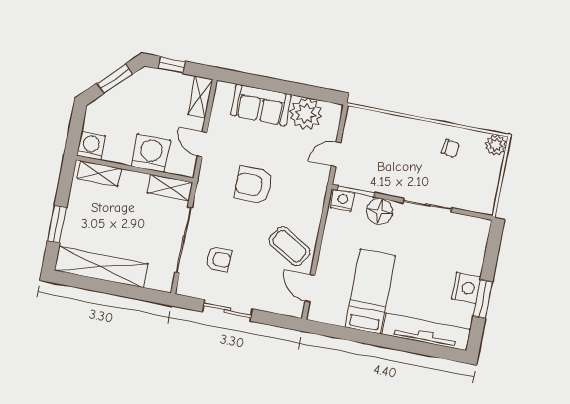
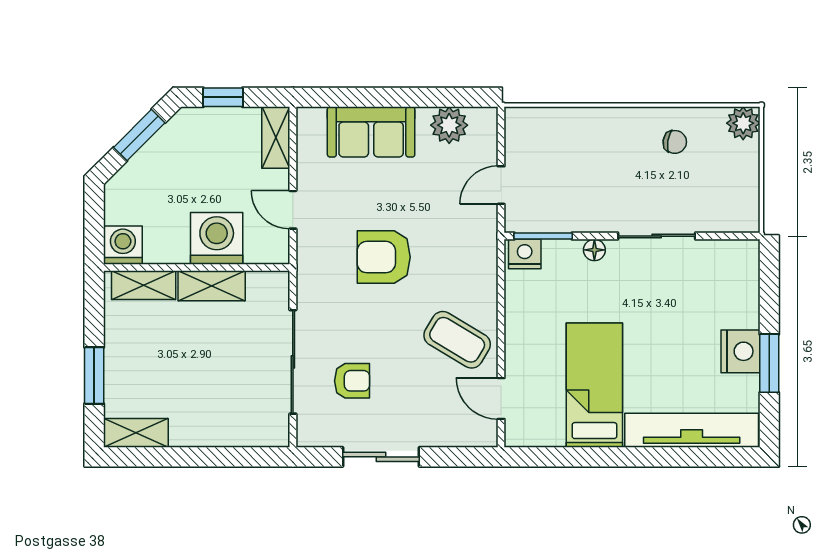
plant: (306, 114) -> (449, 125), width x0.73, depth x0.73
shelving: (170, 188) -> (212, 286), moved
floor lamp: (380, 211) -> (594, 250), width x0.53, depth x0.53
shelving: (101, 267) -> (136, 433), width x0.45, depth x0.75

